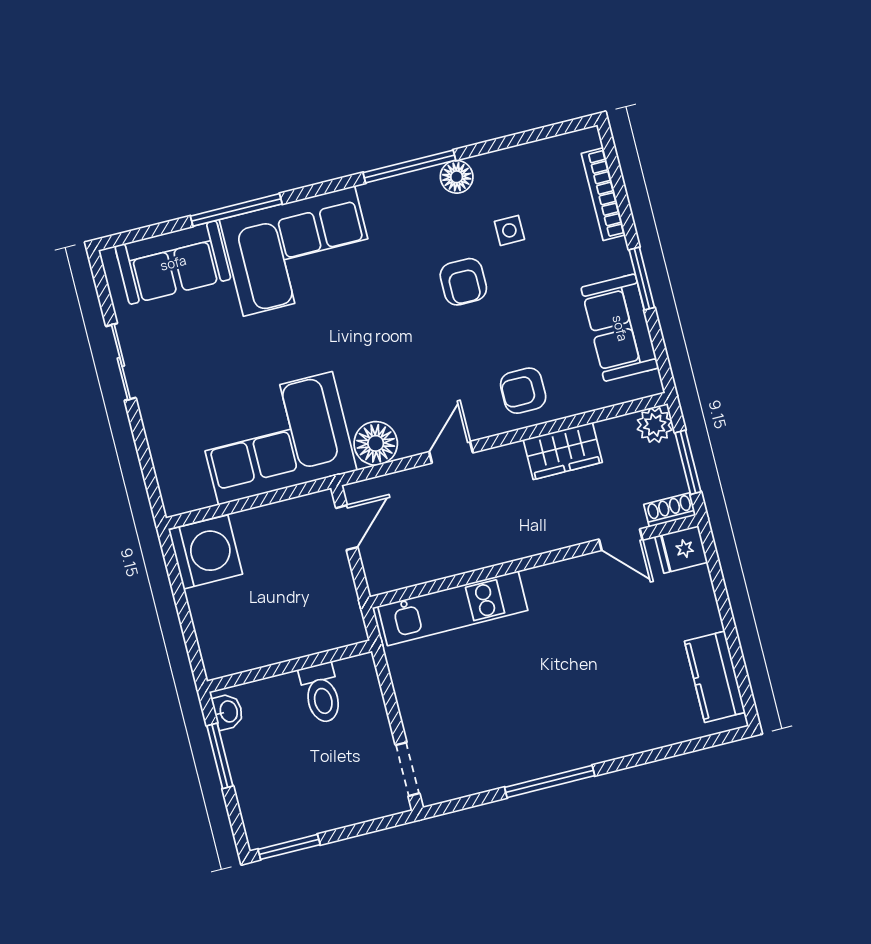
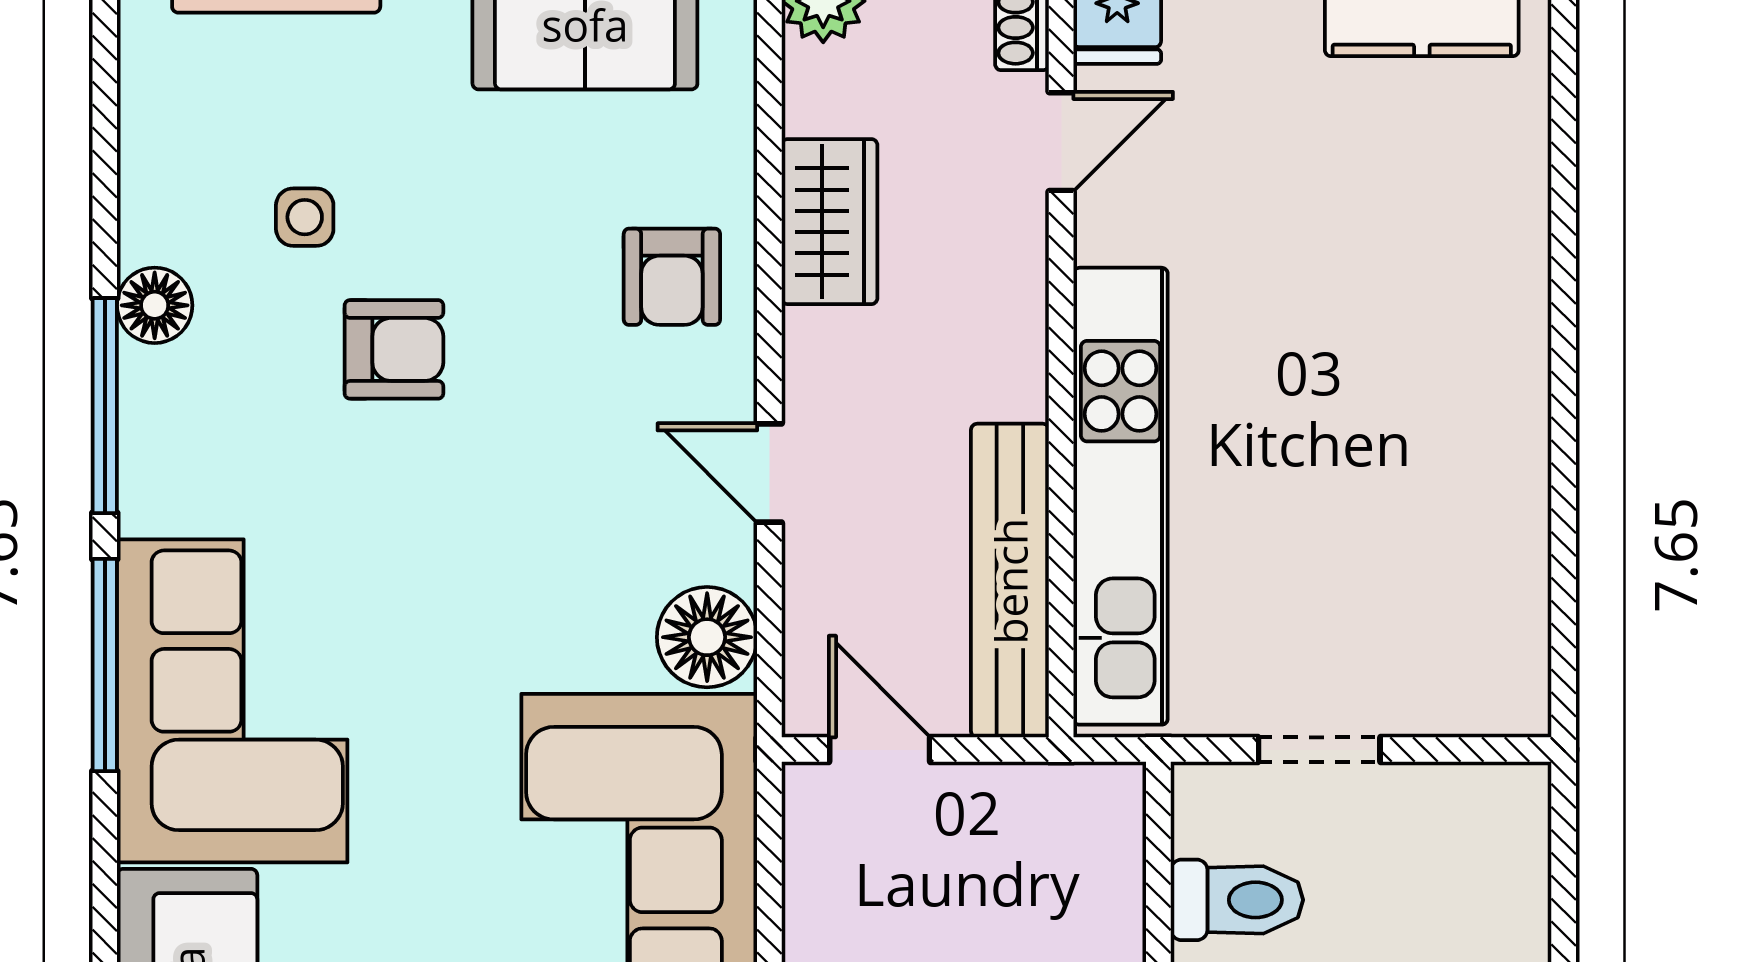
window: (236, 210) -> (105, 665), moved
bench: (431, 564) -> (1010, 581), added
kitchen unit: (453, 608) -> (1121, 496), width x1.36
doorway: (407, 769) -> (1319, 750), moved
window: (550, 781) -> (1564, 437), removed

